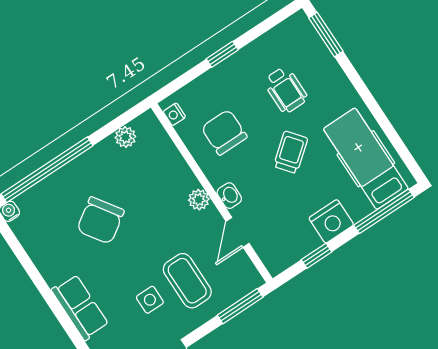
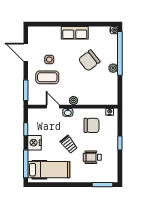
plant: (125, 137) -> (113, 68), moved
chair: (100, 220) -> (89, 61), turned -94
row of seats: (80, 307) -> (75, 33), moved

